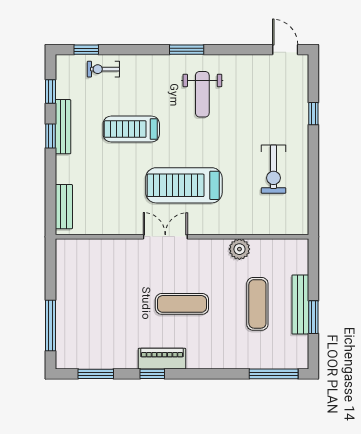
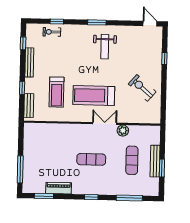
window: (86, 50) -> (57, 22), moved
treadmill: (131, 129) -> (57, 92), moved, turned -90
window: (51, 136) -> (22, 88), moved
exercise bike: (274, 169) -> (142, 88), turned 131
double door: (165, 237) -> (105, 123), moved
piano: (162, 359) -> (59, 188), moved
window: (152, 374) -> (91, 197), moved
window: (274, 374) -> (129, 198), moved

